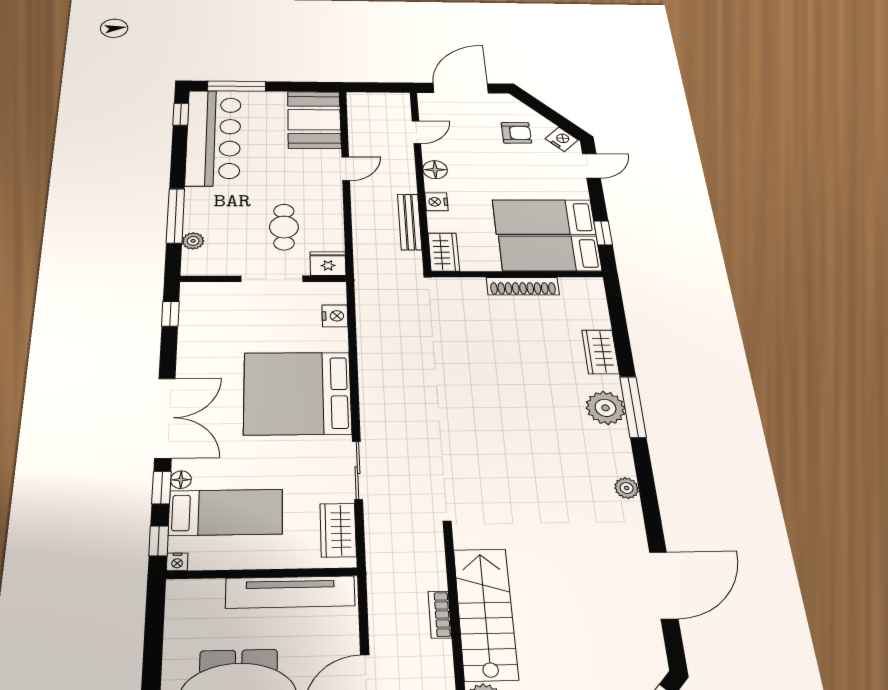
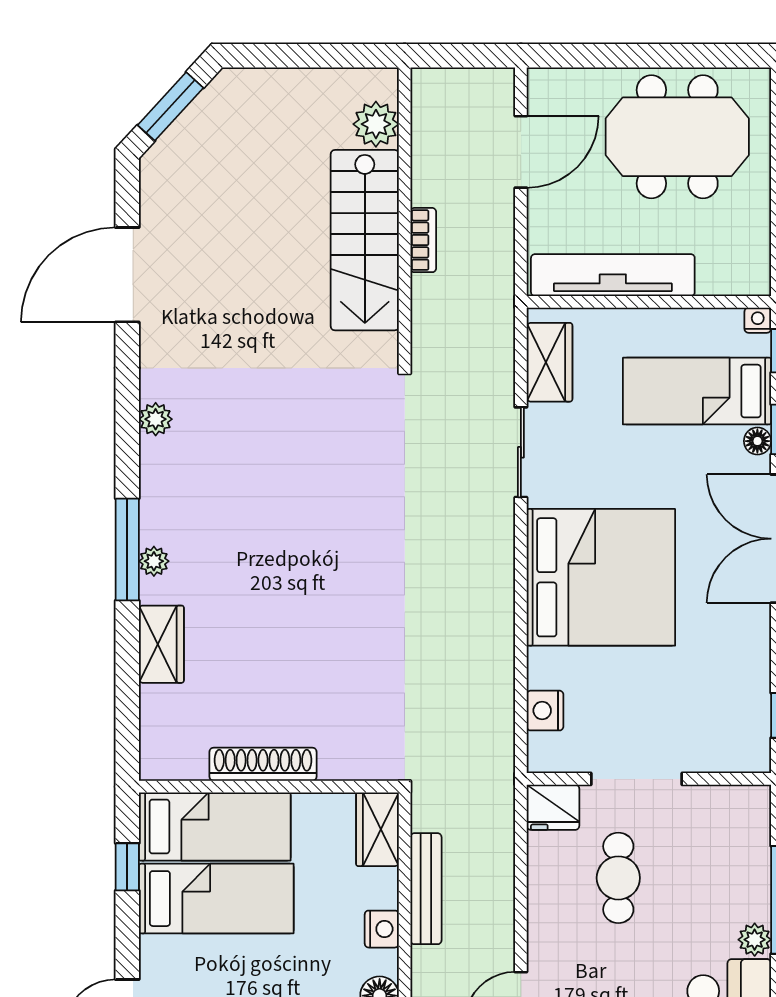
plant: (193, 241) -> (755, 940), moved
plant: (606, 408) -> (154, 561), width x0.53, depth x0.53

